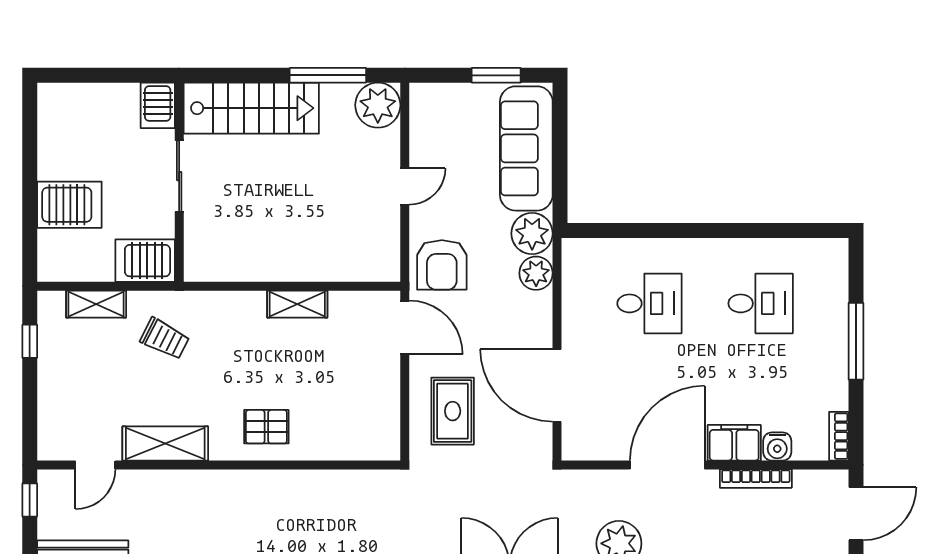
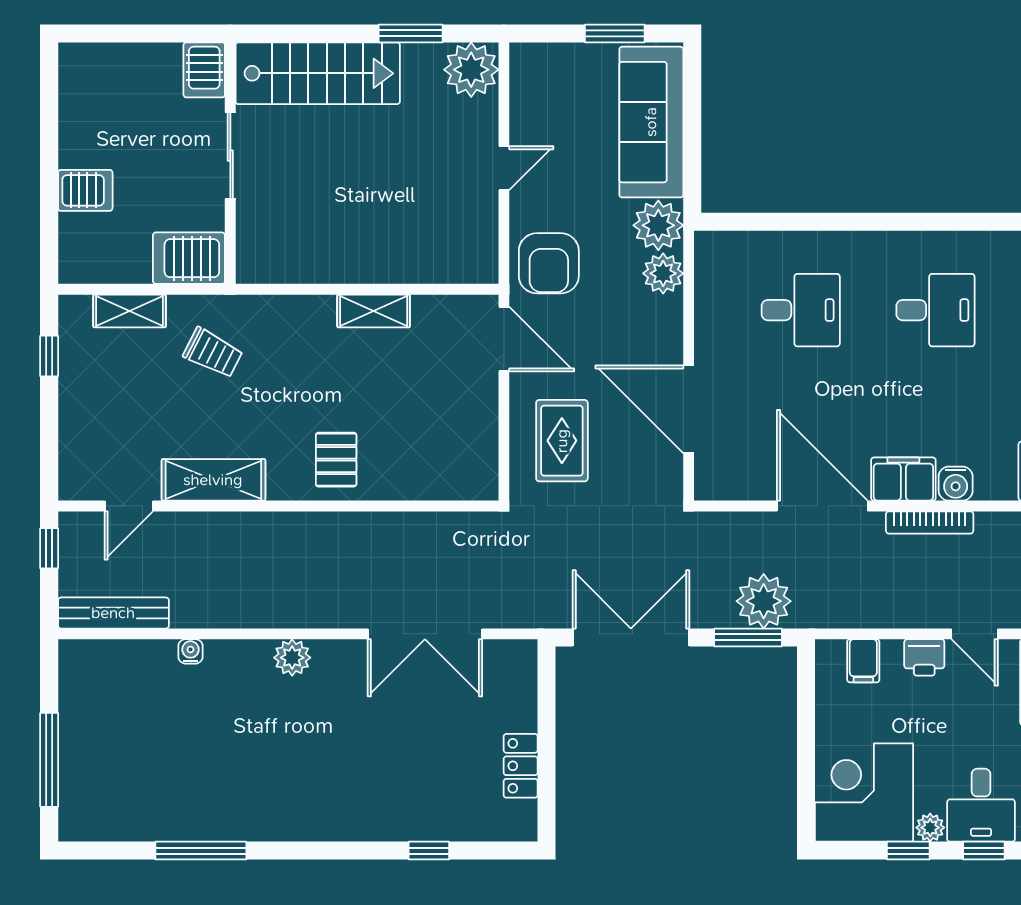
window: (328, 75) -> (411, 33), width x0.69
server rack: (69, 205) -> (85, 190), width x0.73, depth x0.70
pallet: (266, 427) -> (336, 460), turned 90
door: (667, 465) -> (822, 506), hinge flipped

